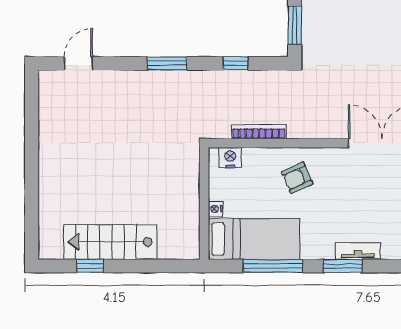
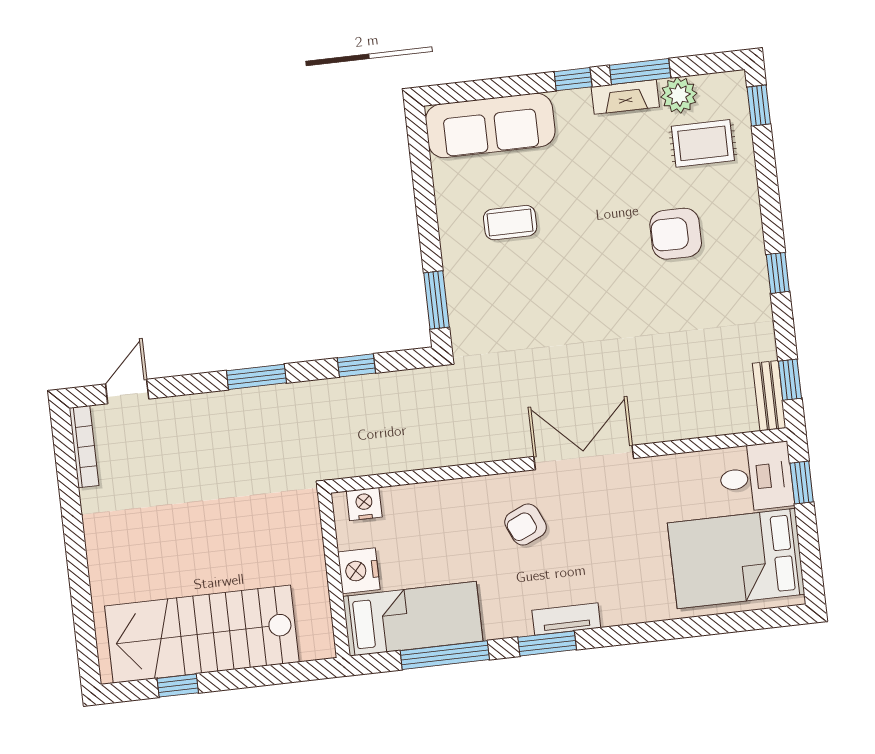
bookcase: (259, 132) -> (84, 447), moved, turned 90
armchair: (297, 178) -> (526, 525), moved
nightstand: (216, 209) -> (359, 571), width x1.89, depth x1.79
stairs: (110, 242) -> (202, 634), width x1.36, depth x1.51

